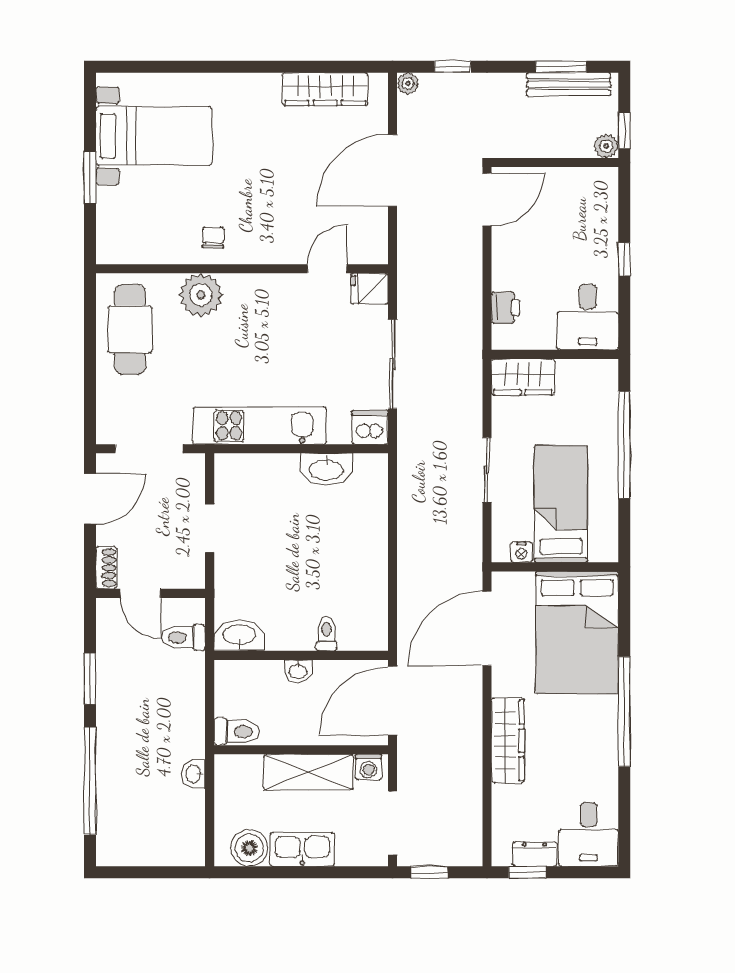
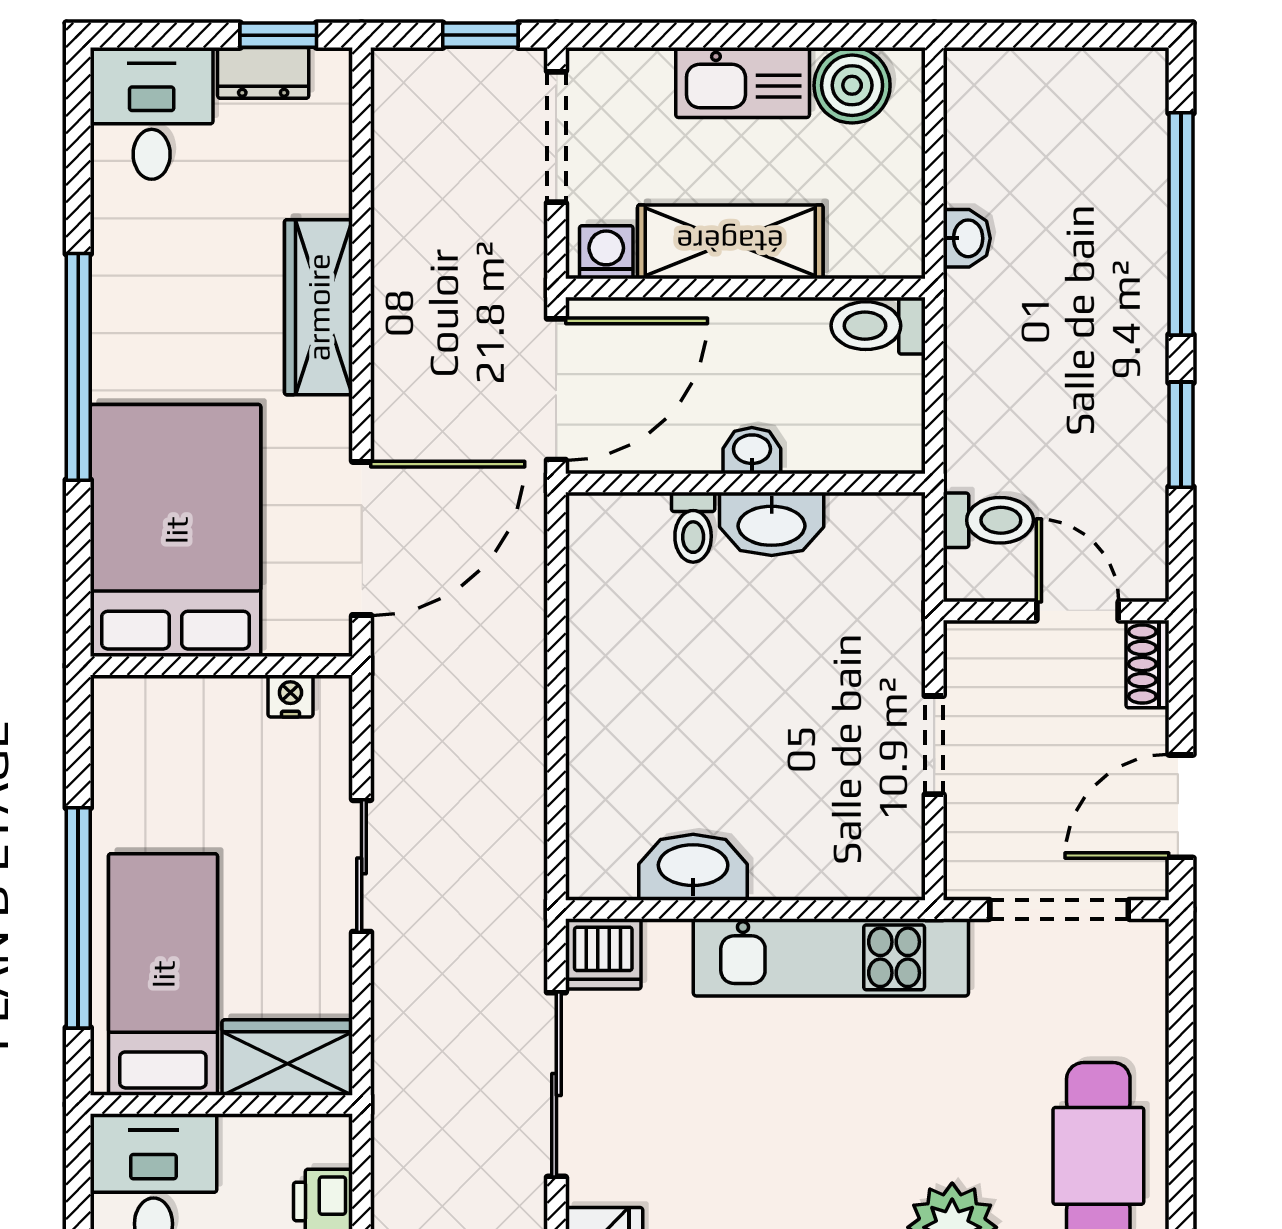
bed: (561, 504) -> (163, 974), moved, turned 180
washbasin: (239, 636) -> (772, 524), moved

